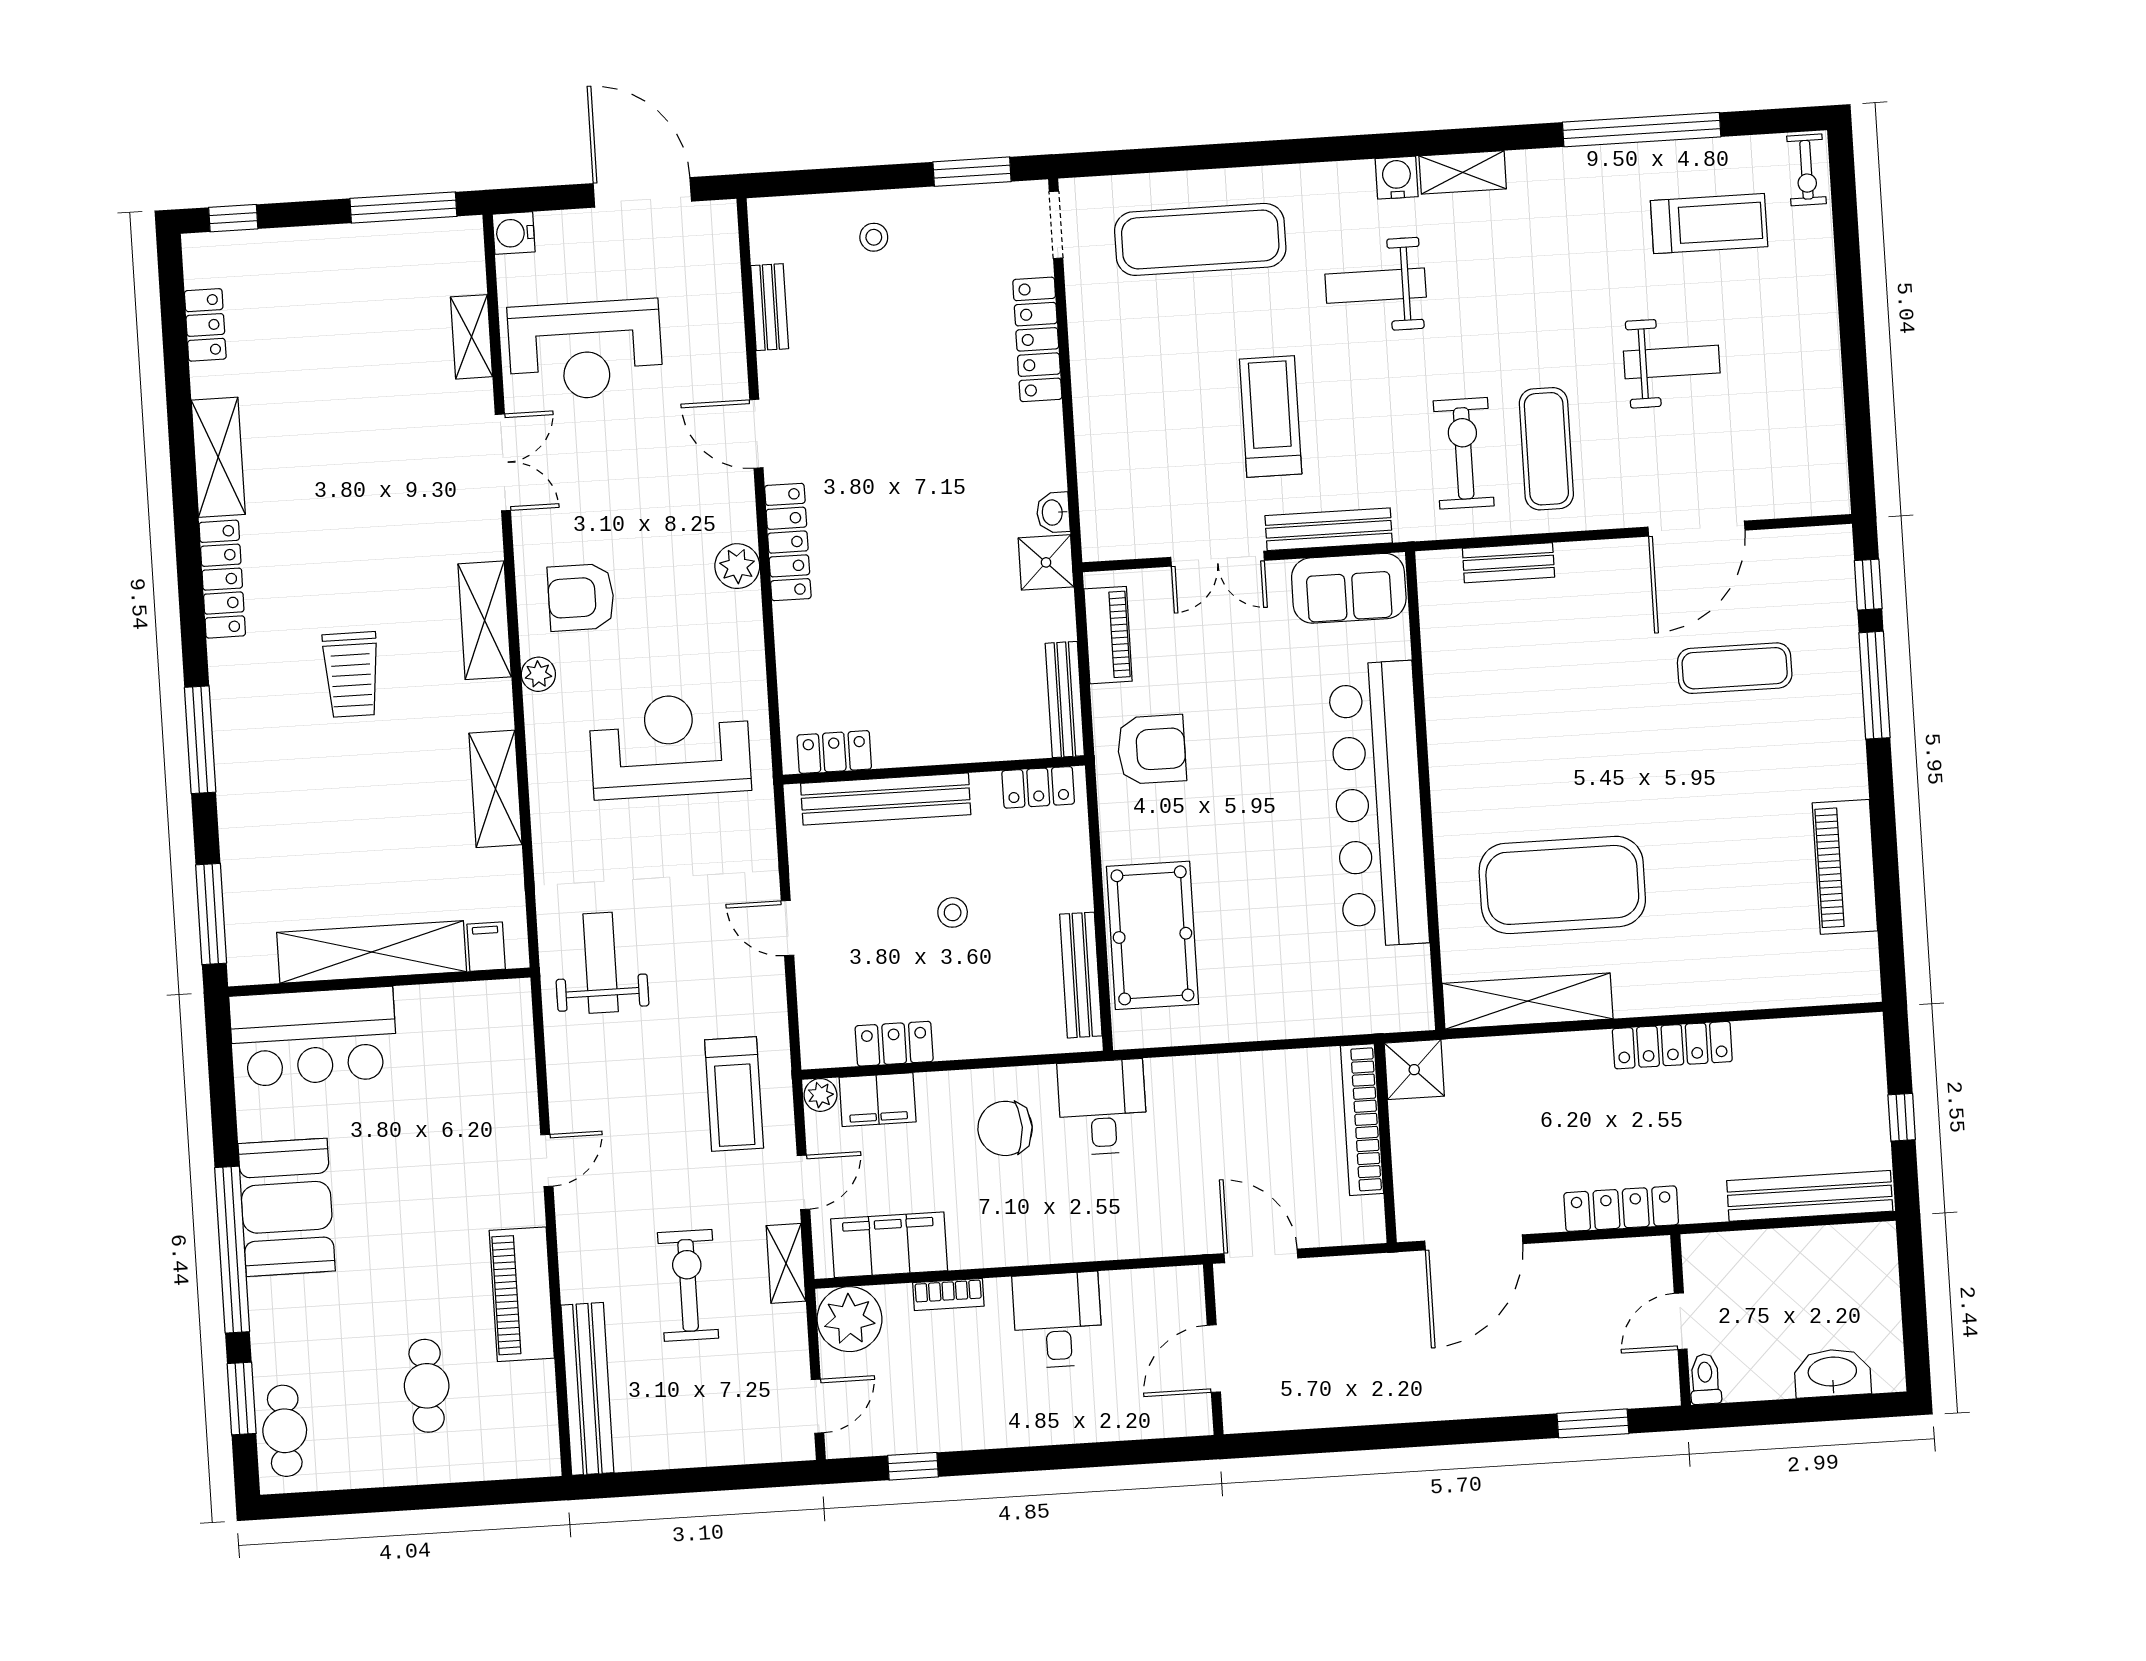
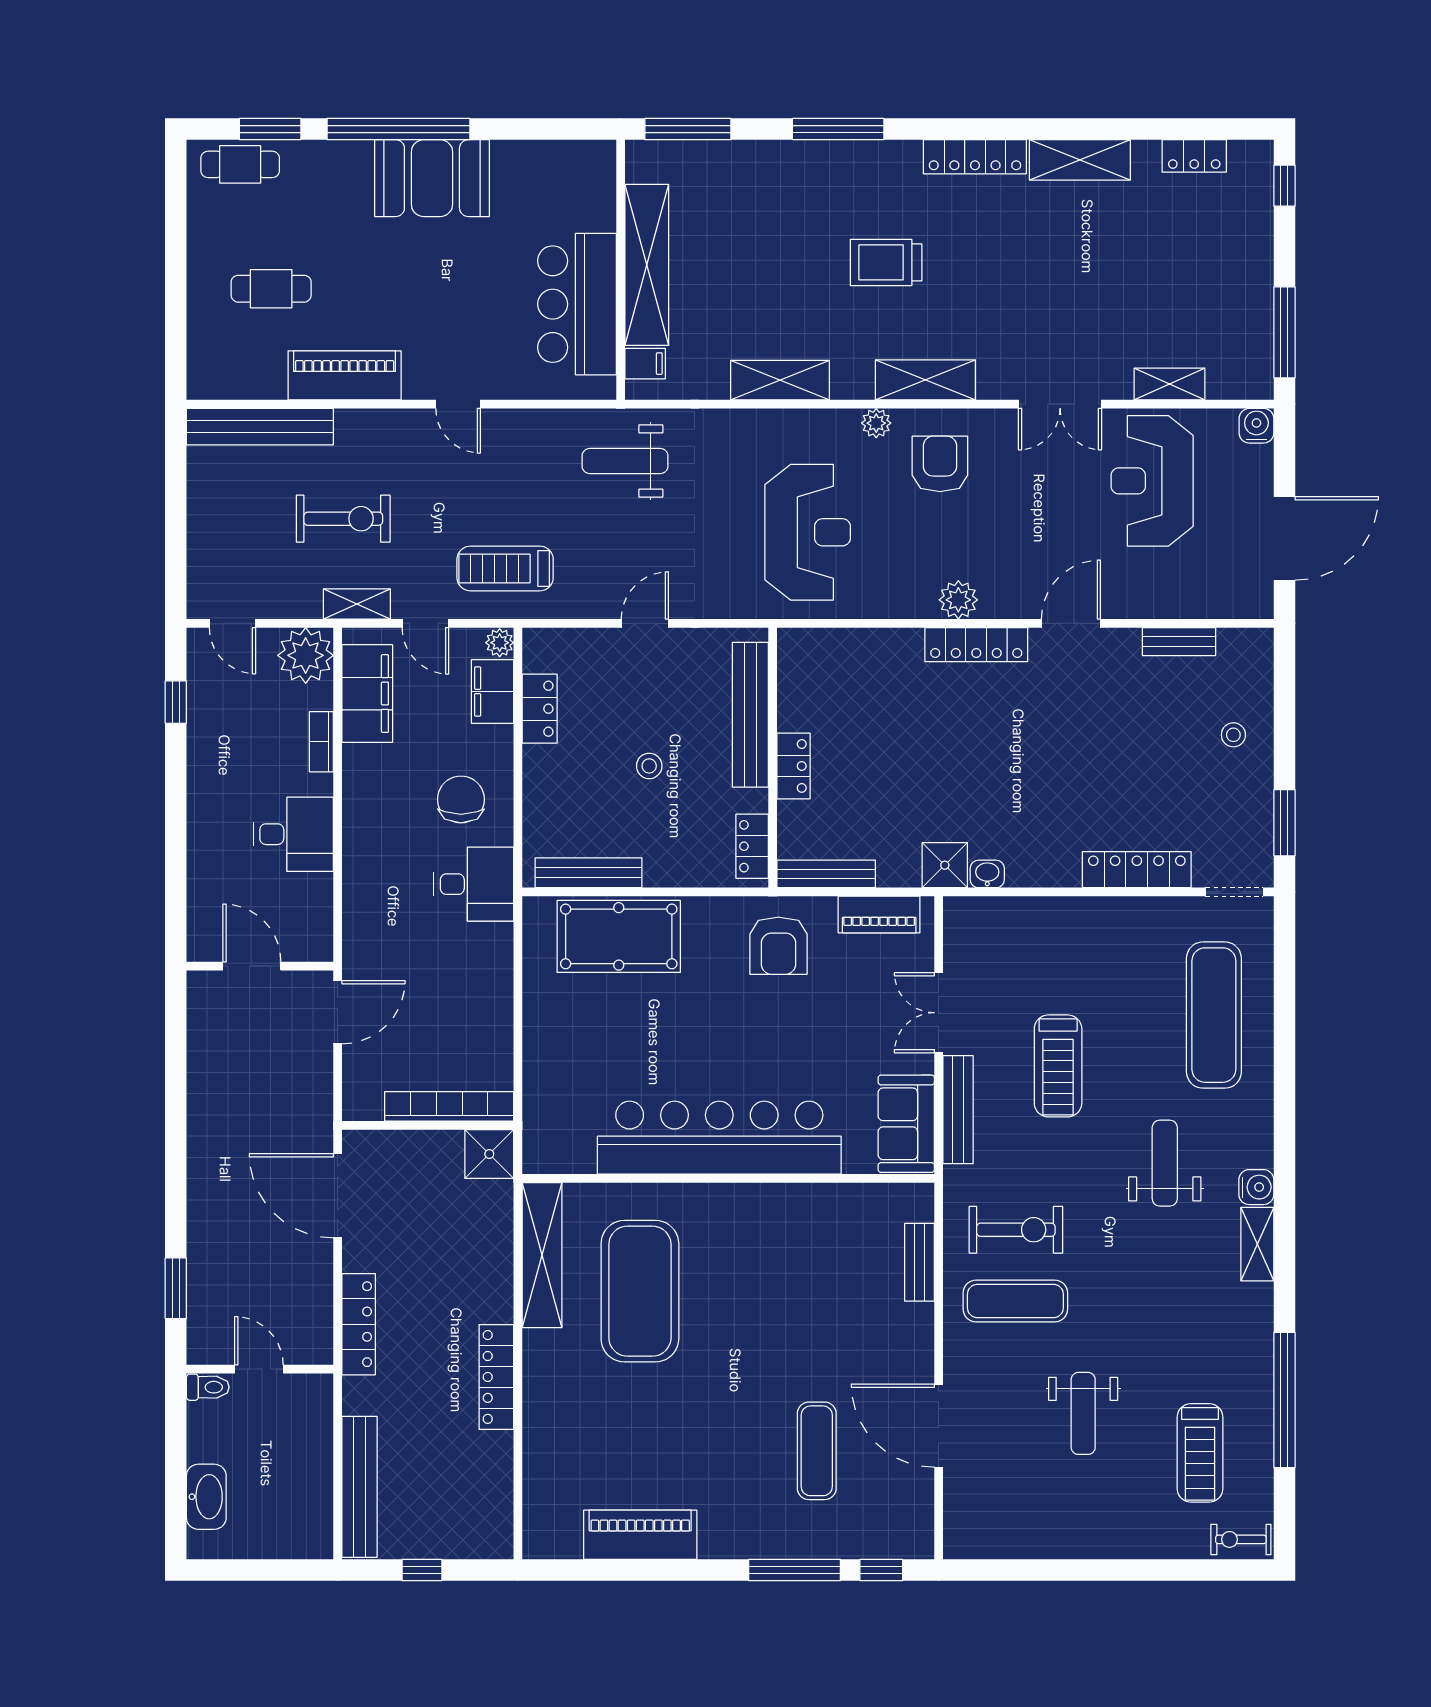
treadmill: (1271, 416) -> (1058, 1066), turned 90
locker: (834, 752) -> (793, 766), moved
weight bench: (601, 963) -> (625, 461), turned 180
bar counter: (313, 1037) -> (577, 304), moved

